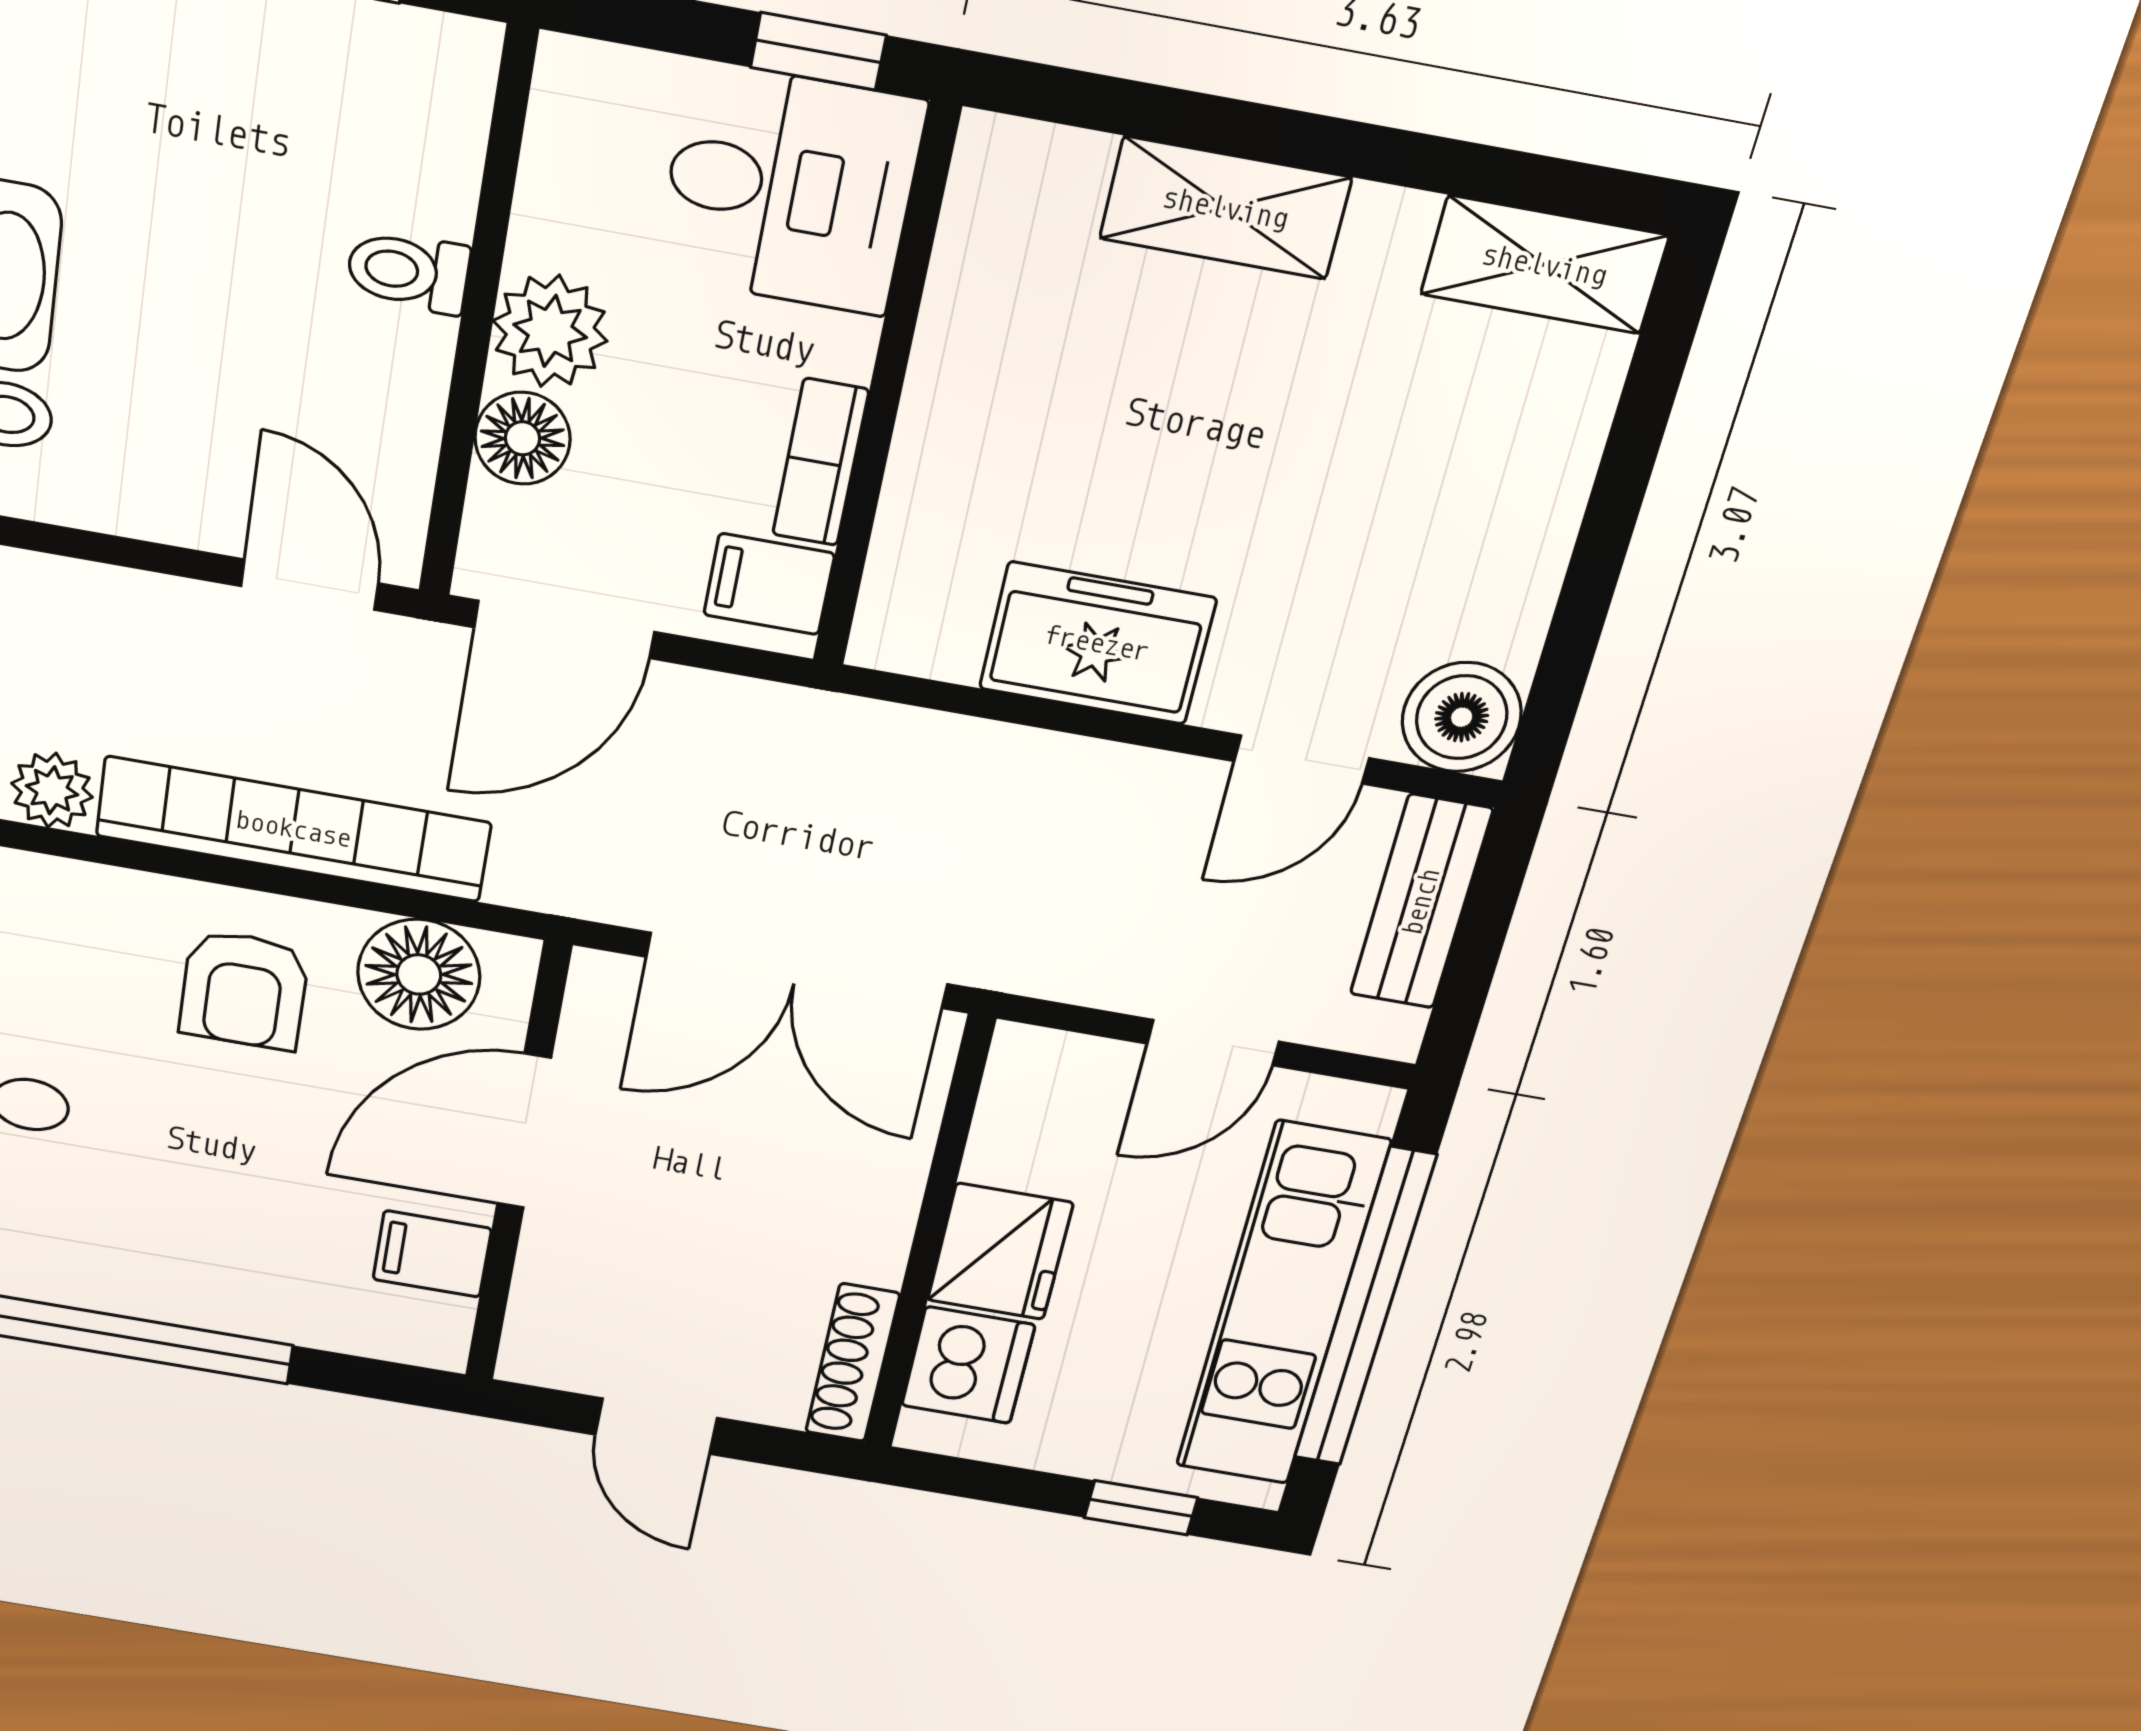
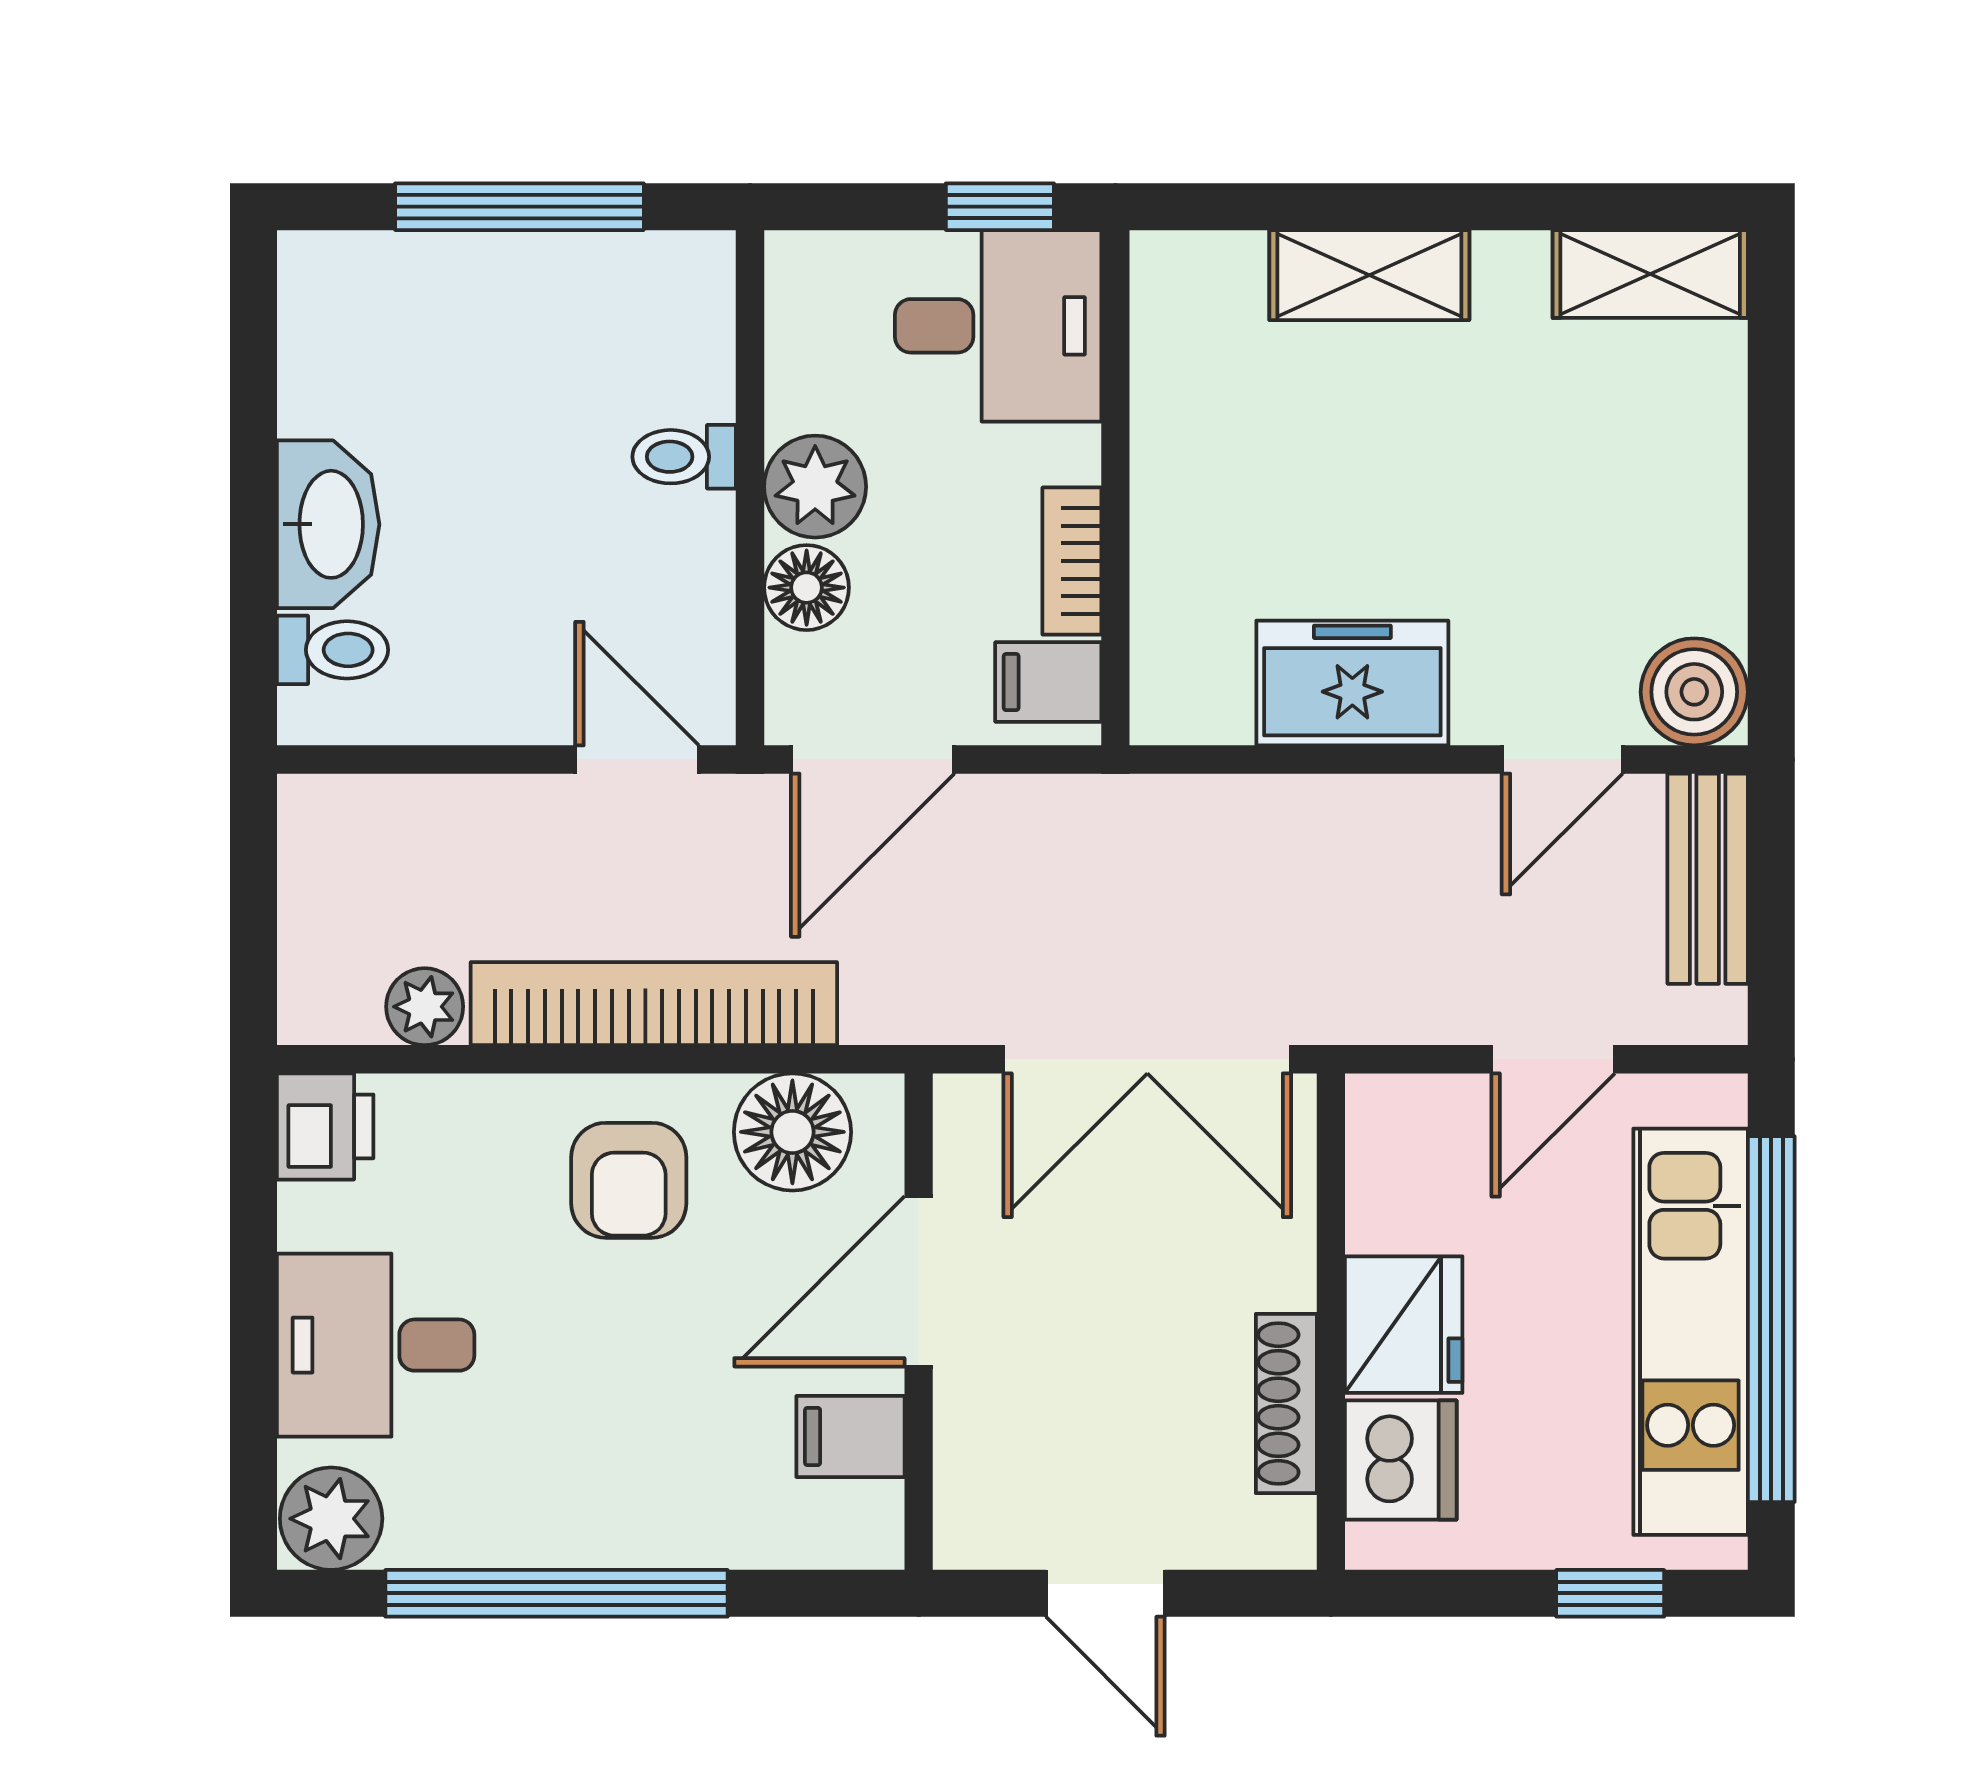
shoe rack: (852, 1363) -> (1286, 1403), moved

